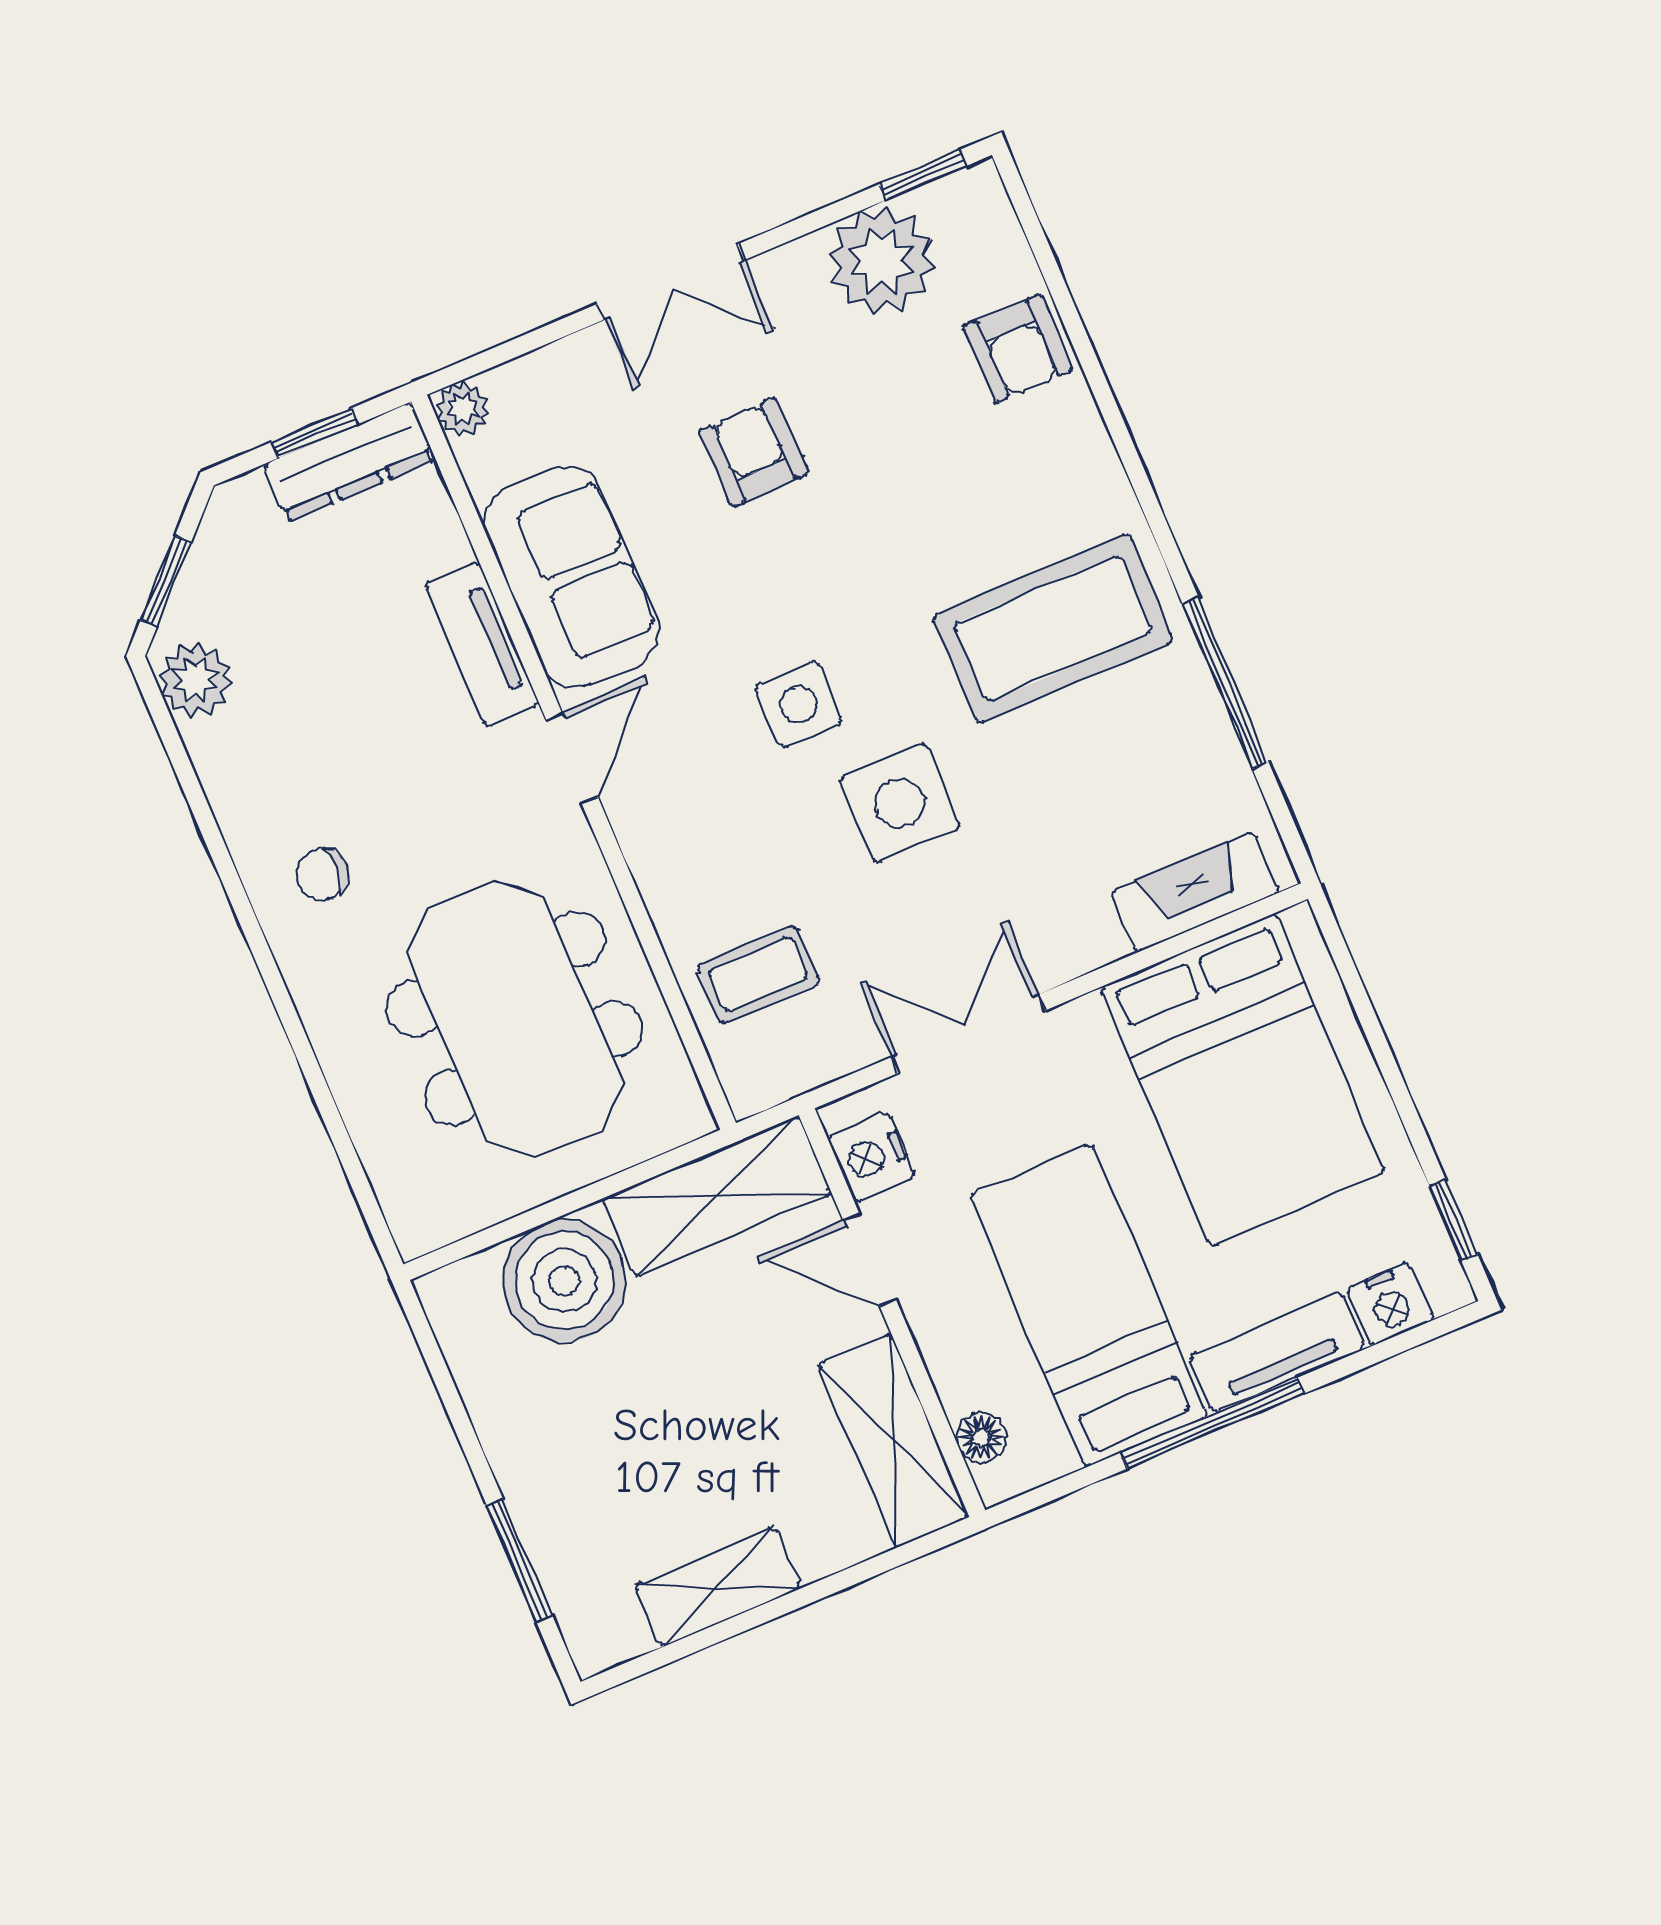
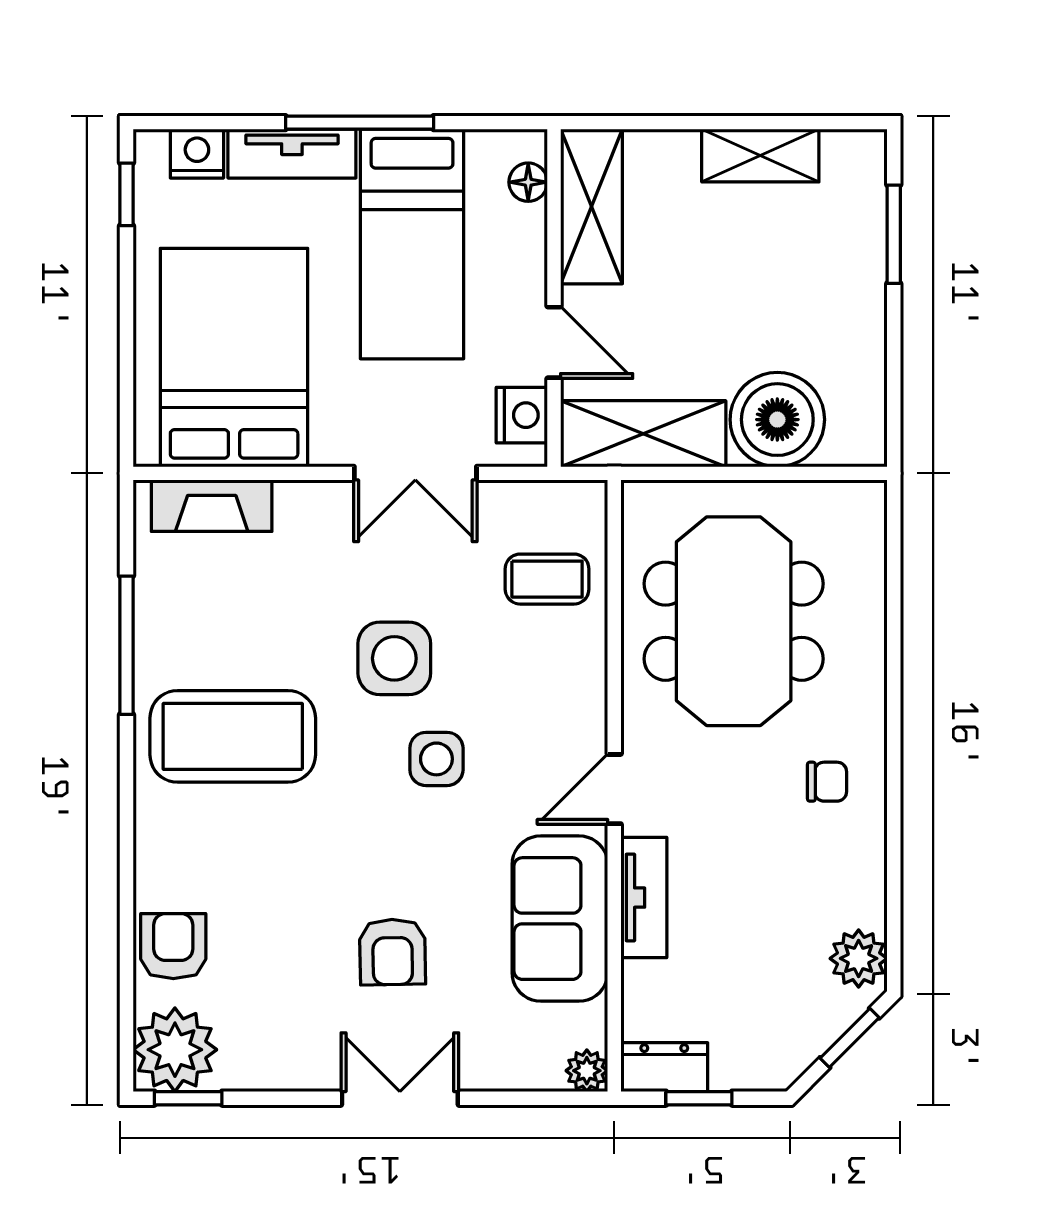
plant: (881, 261) -> (175, 1050), moved
dresser: (349, 462) -> (664, 1067), width x0.70

